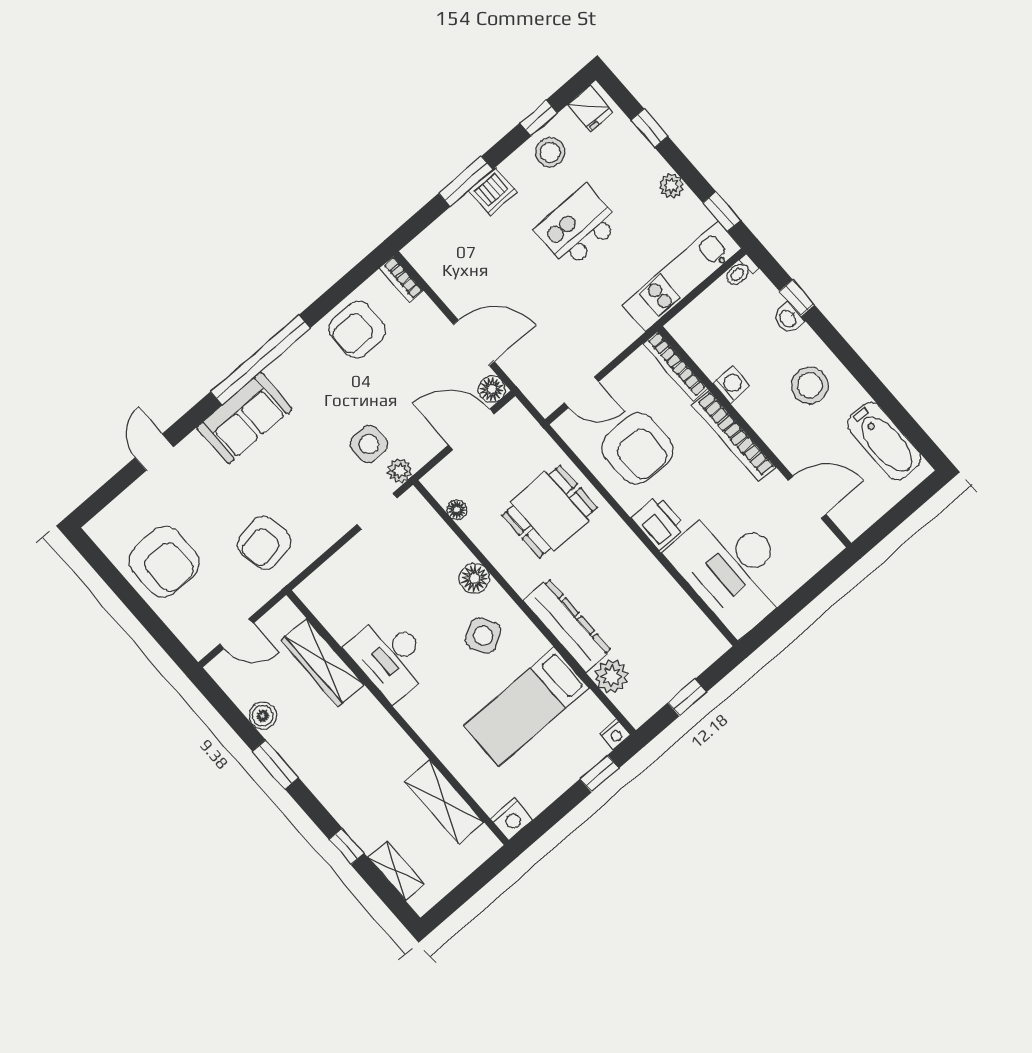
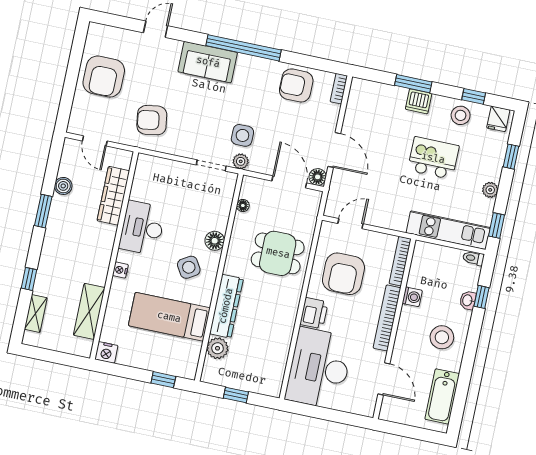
door: (581, 392) -> (351, 224), swing flipped
nightstand: (615, 734) -> (120, 270), moved, turned 90

